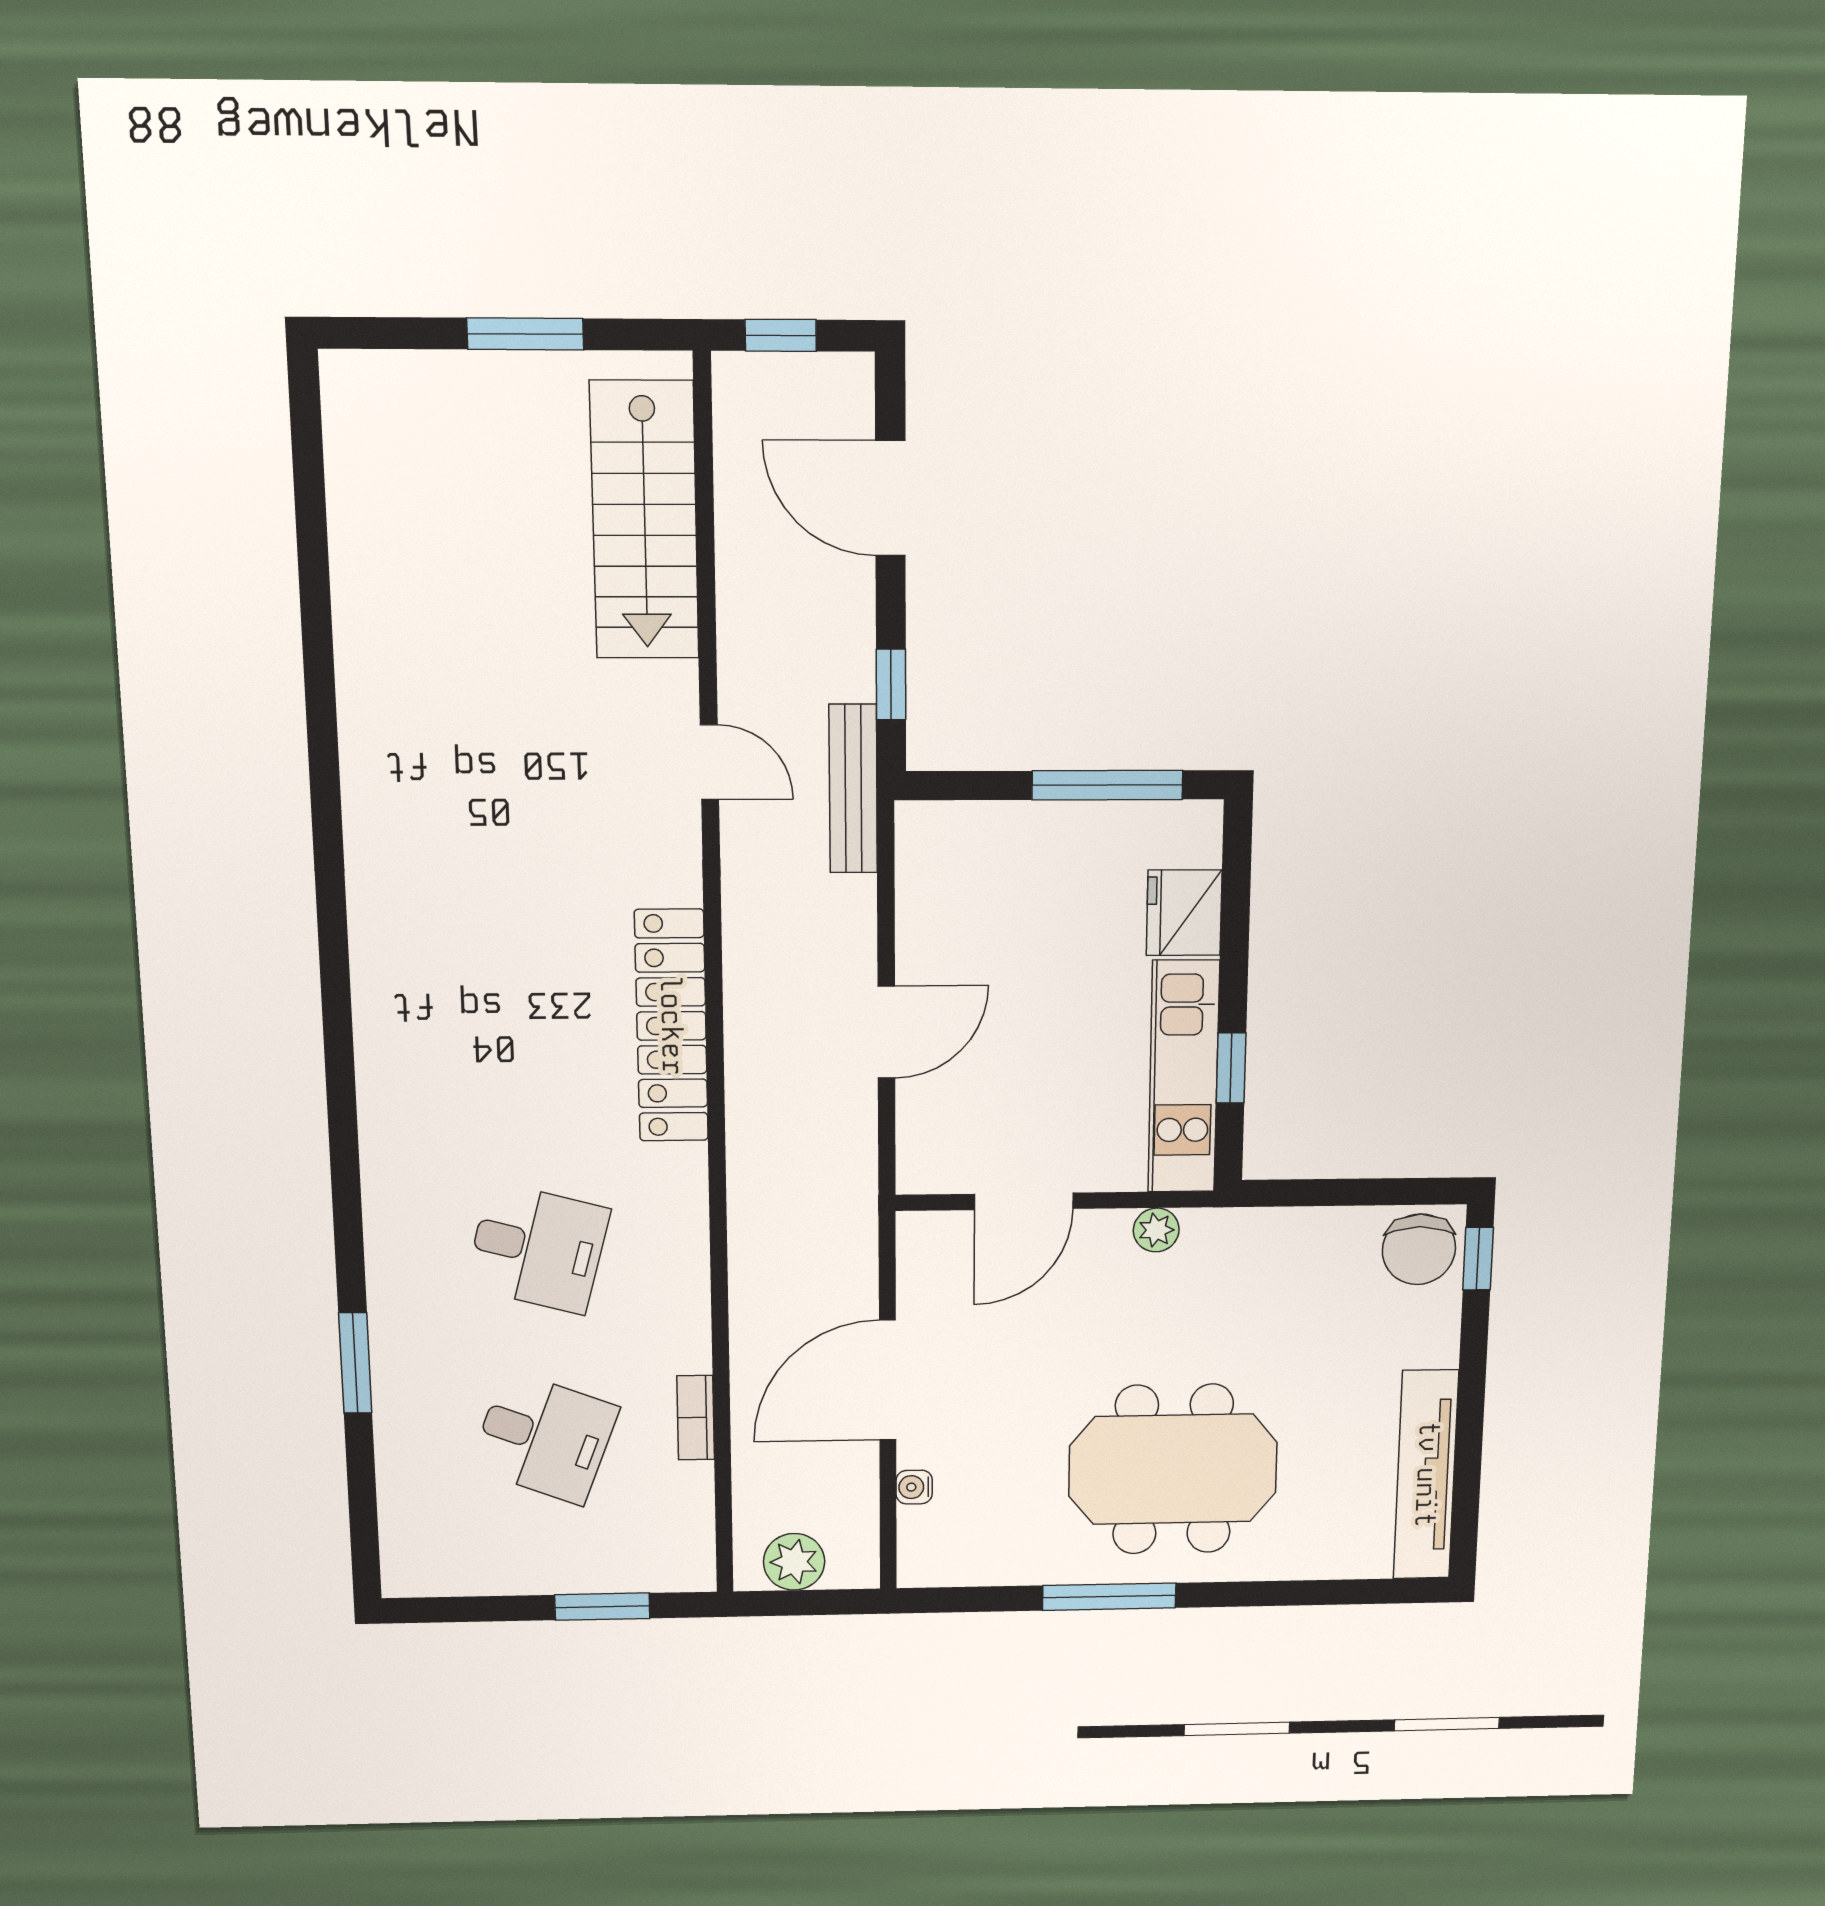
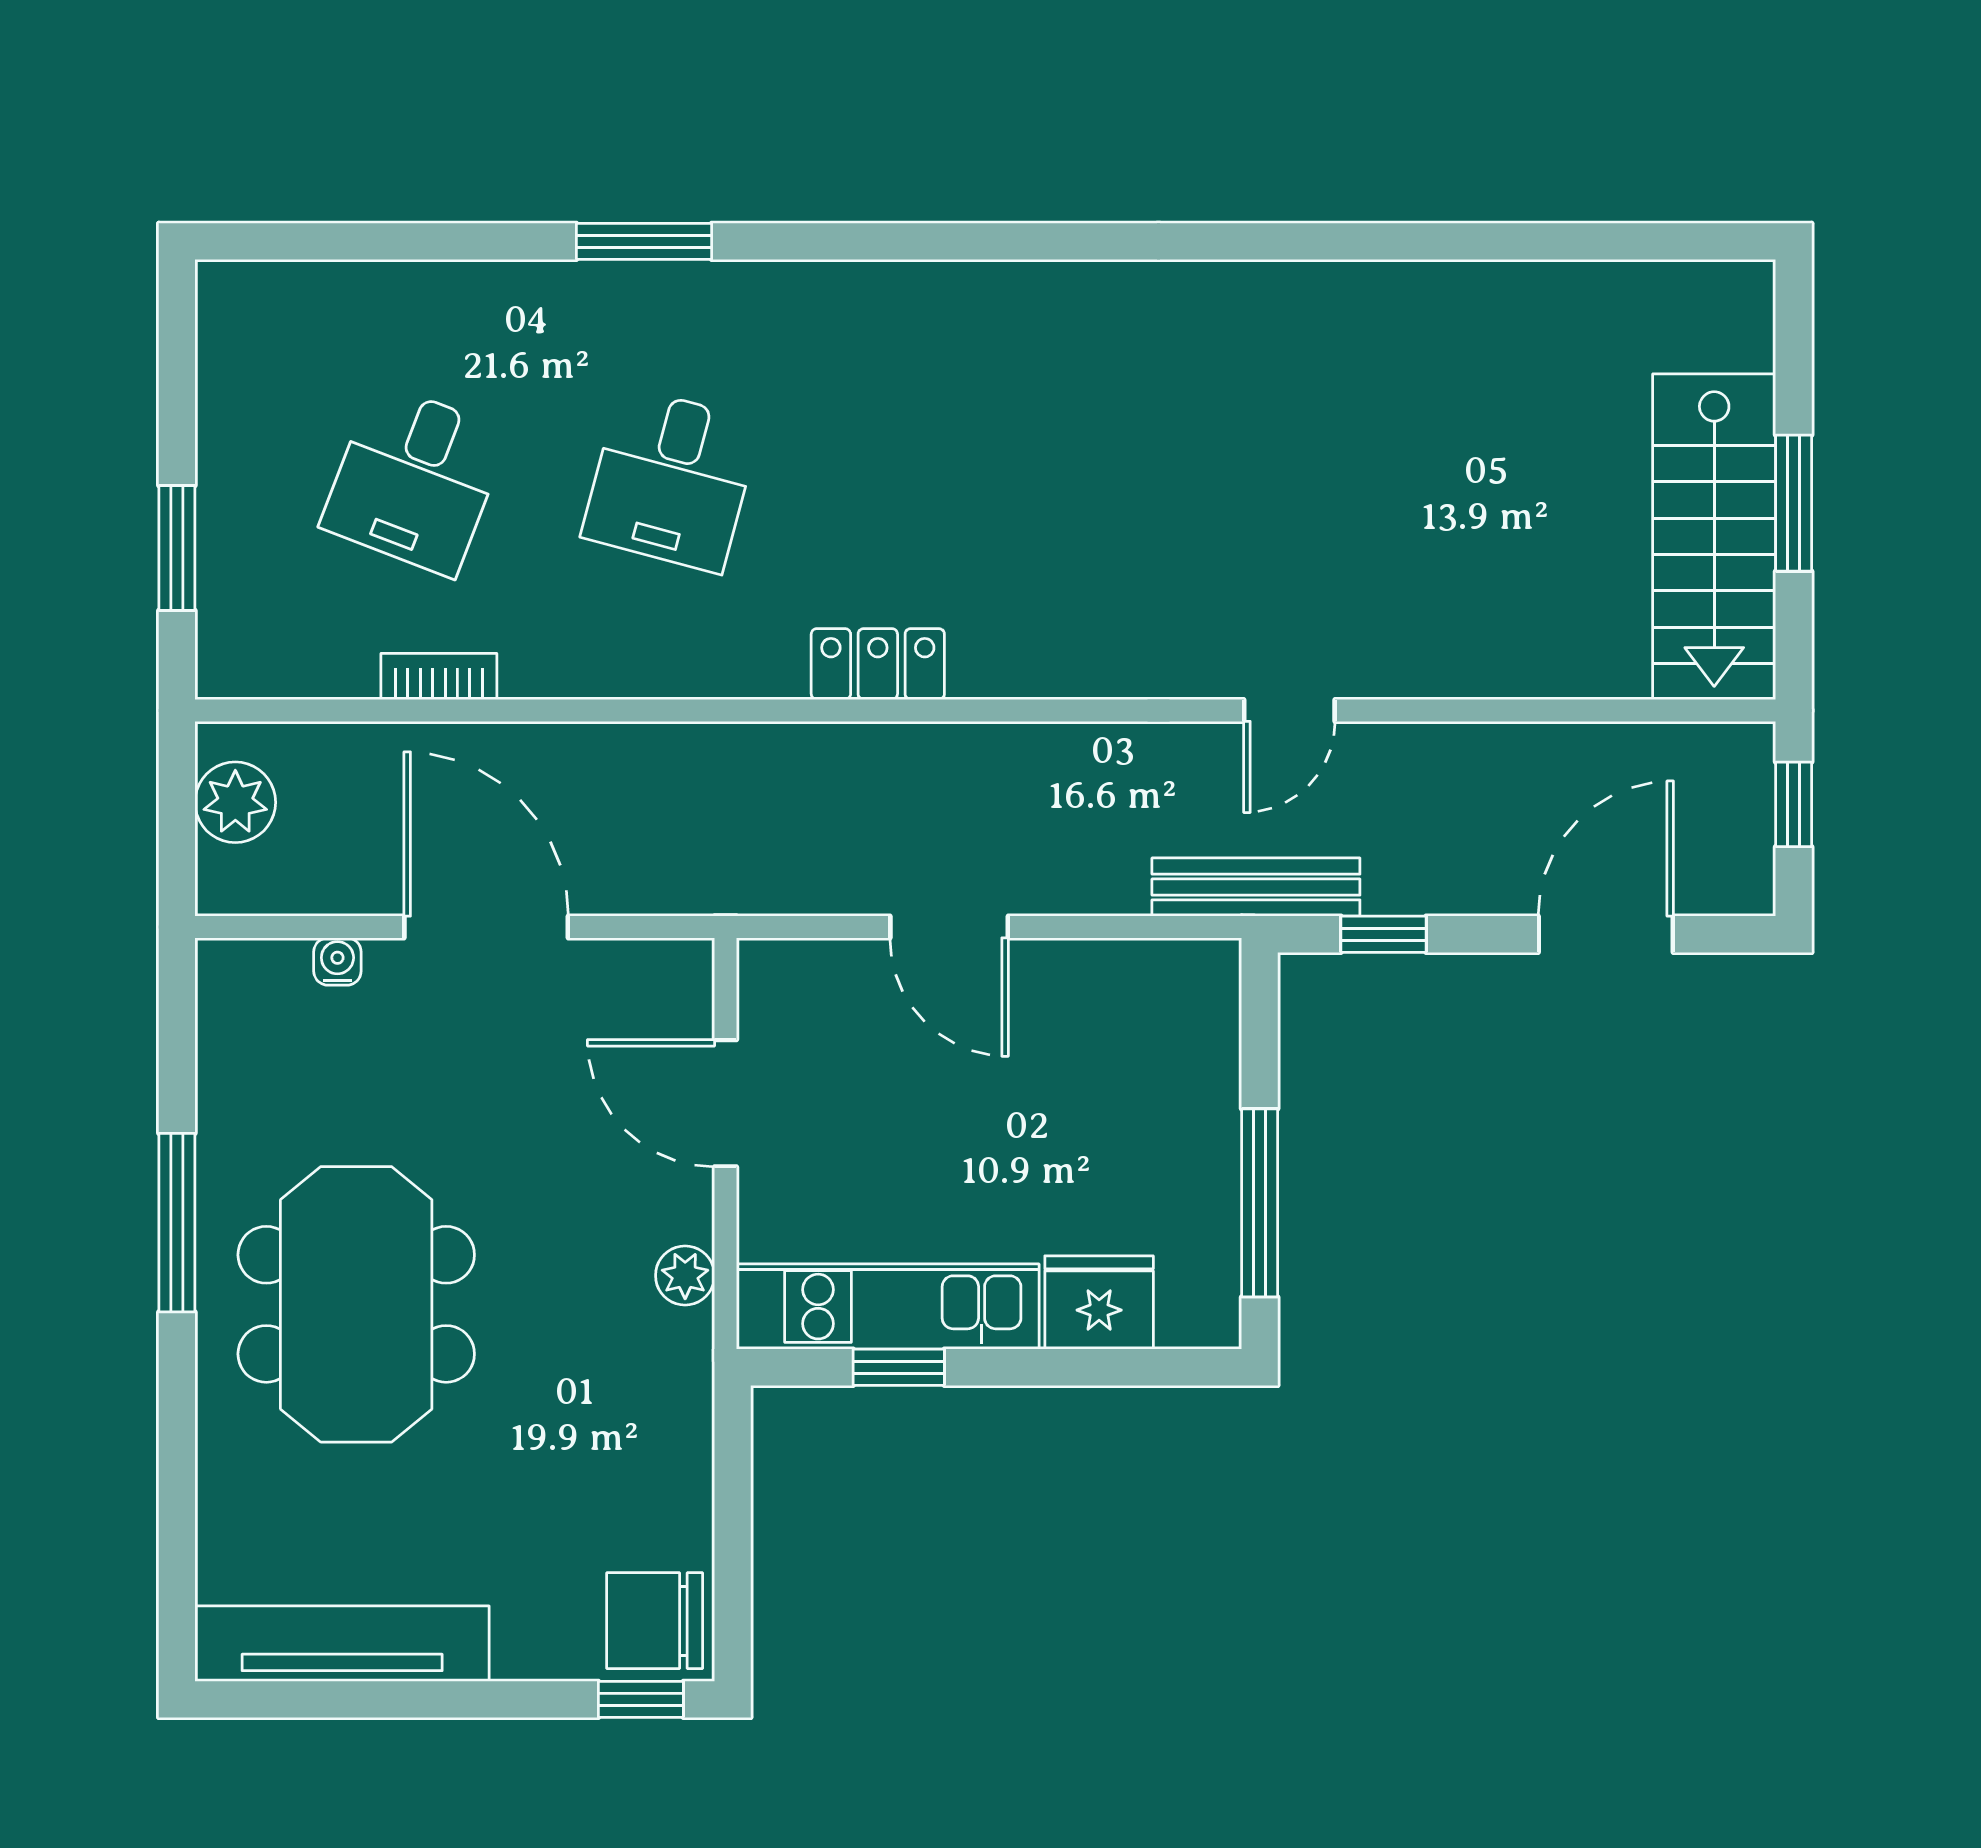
stairs: (645, 521) -> (1714, 537), moved, turned -90
locker: (671, 1026) -> (878, 664), width x0.46, depth x0.83
window: (355, 1363) -> (644, 241), moved

